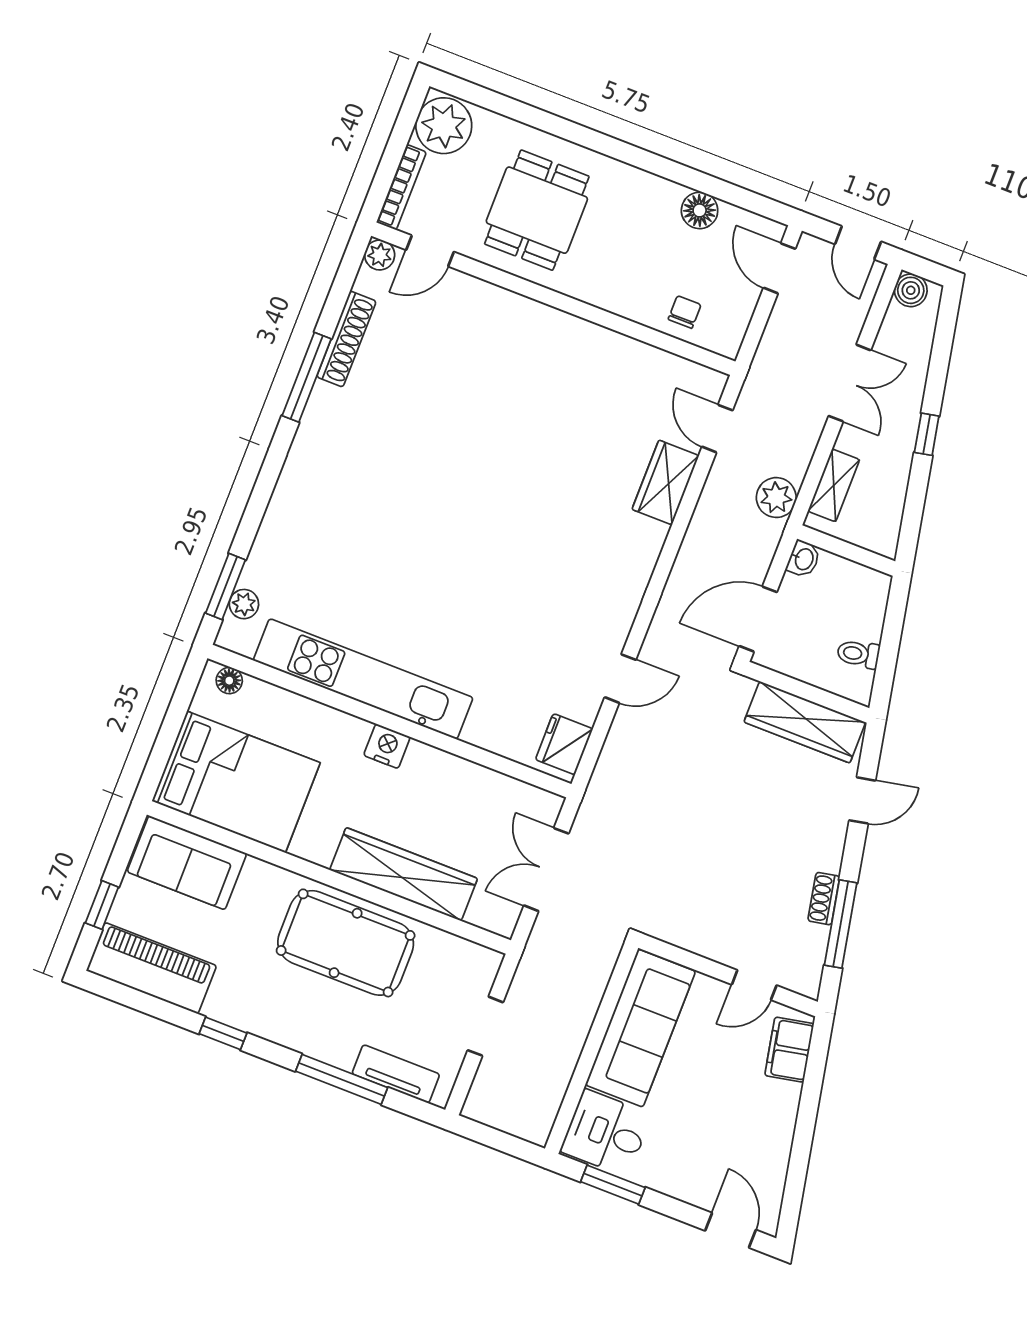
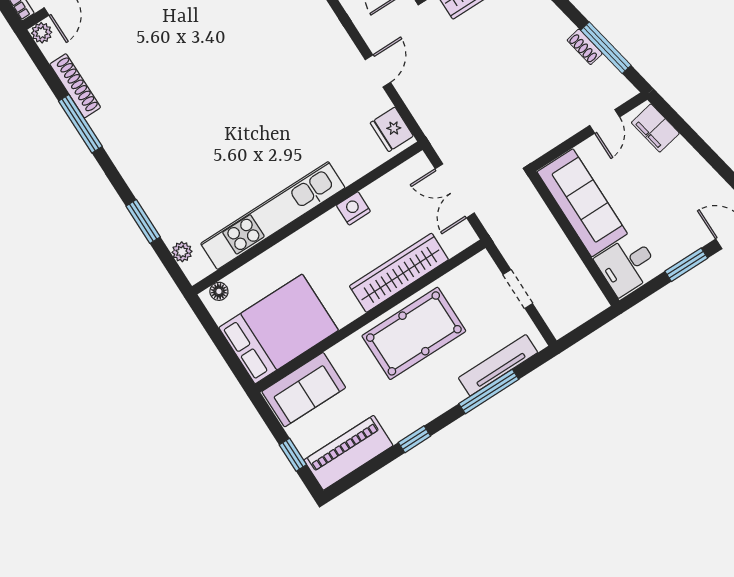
window: (226, 587) -> (143, 222), moved
nightstand: (387, 746) -> (353, 208), moved
tv unit: (396, 1074) -> (498, 365), width x1.41
window: (613, 1185) -> (686, 265), moved

